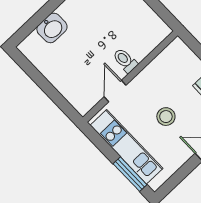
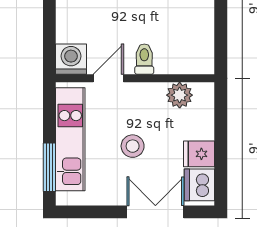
plant: (165, 62) -> (180, 95), added
washing machine: (83, 101) -> (71, 59), added

